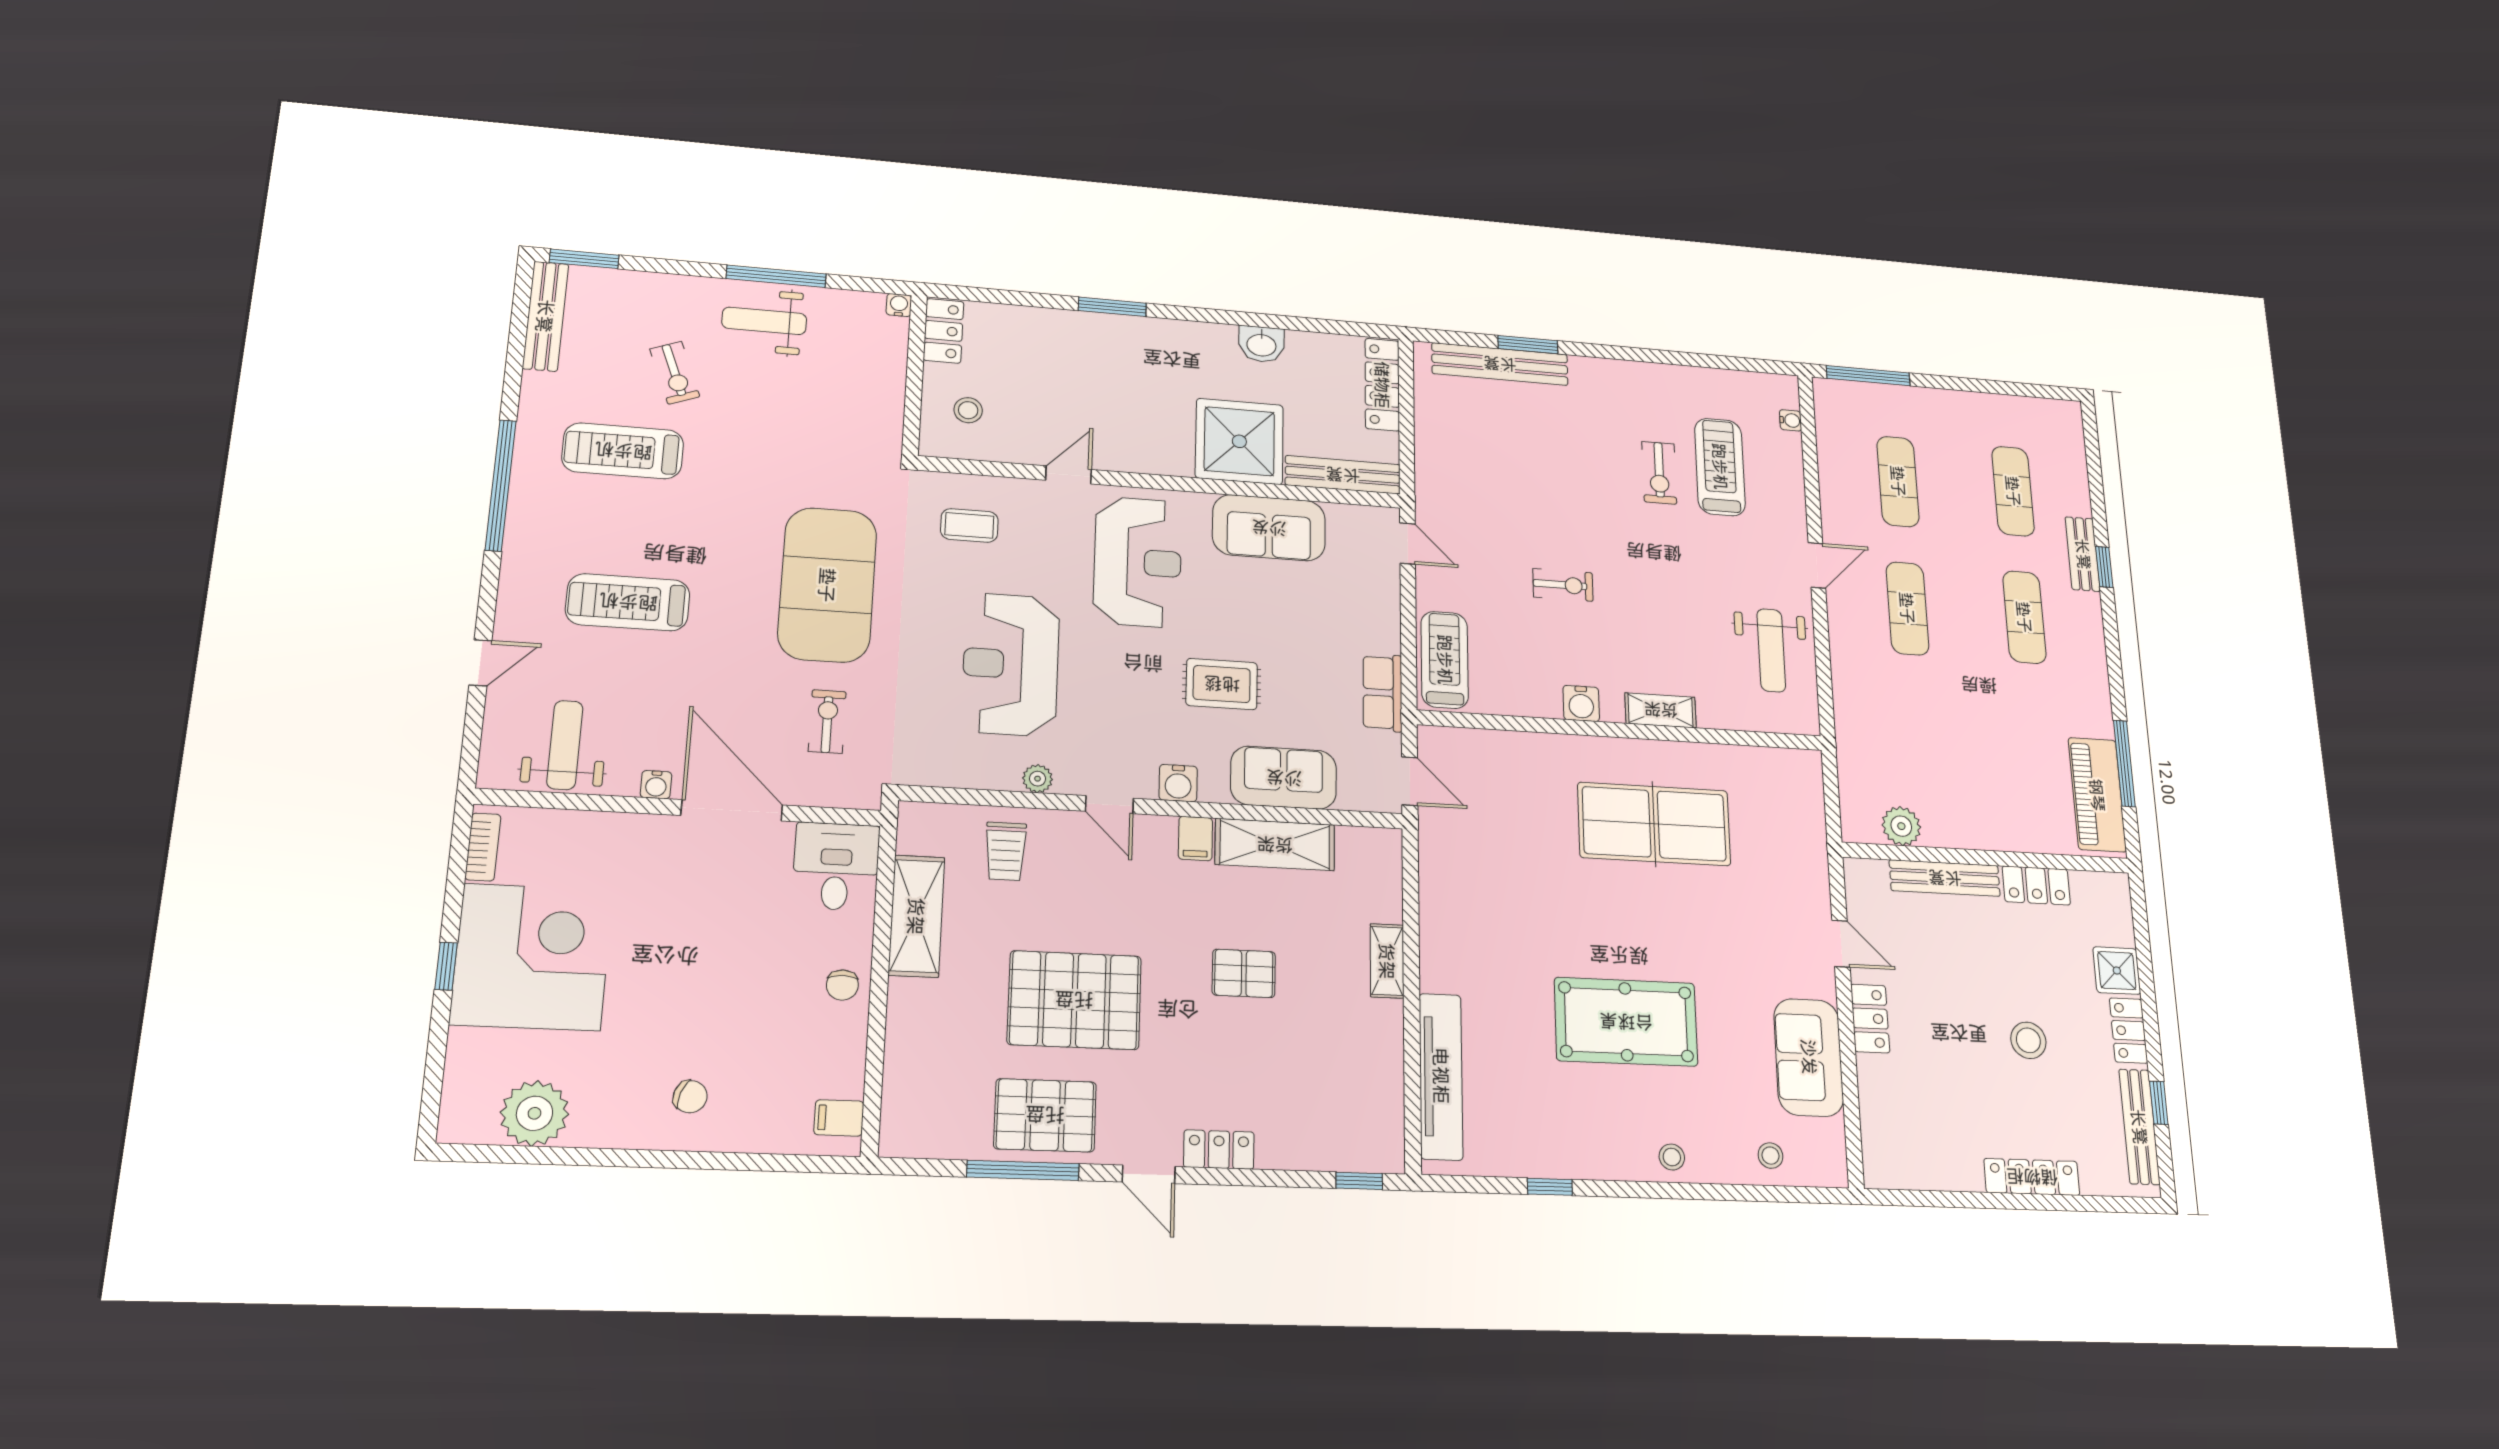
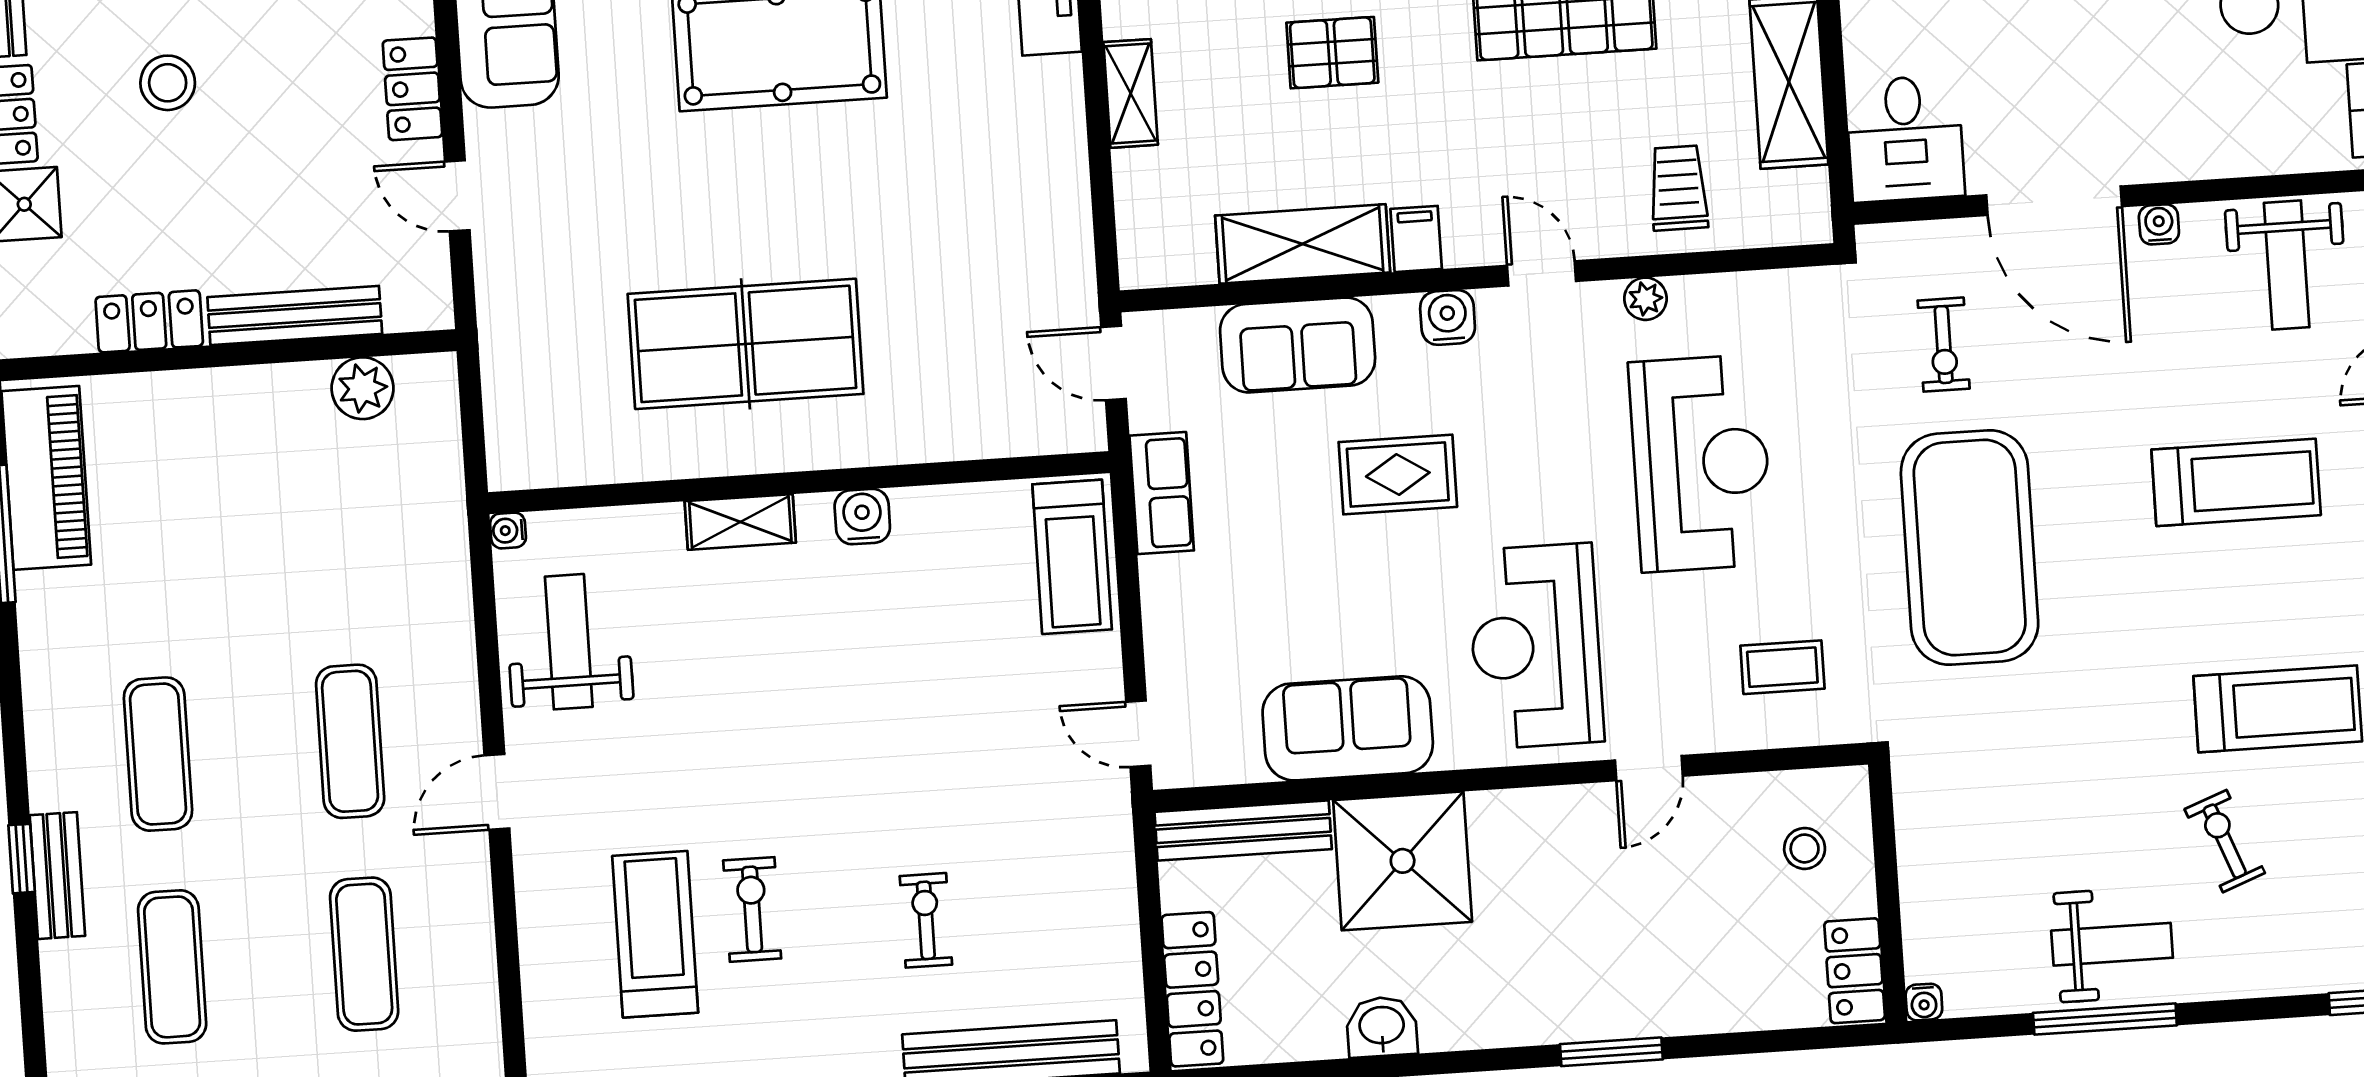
water cooler: (1791, 420) -> (508, 530), moved
treadmill: (1720, 467) -> (655, 934), turned 180
exercise bike: (1563, 585) -> (926, 920), moved, turned 90

